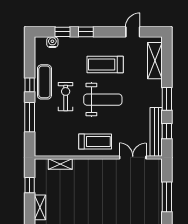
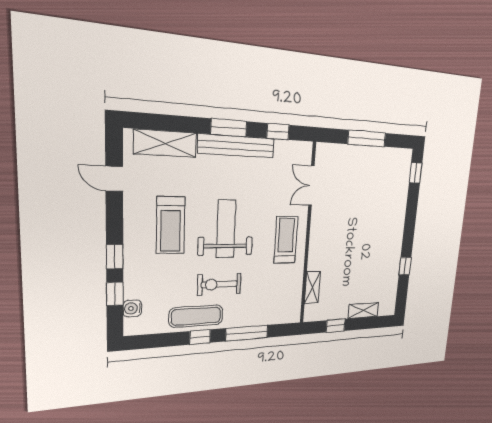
bench: (156, 132) -> (236, 146), moved

